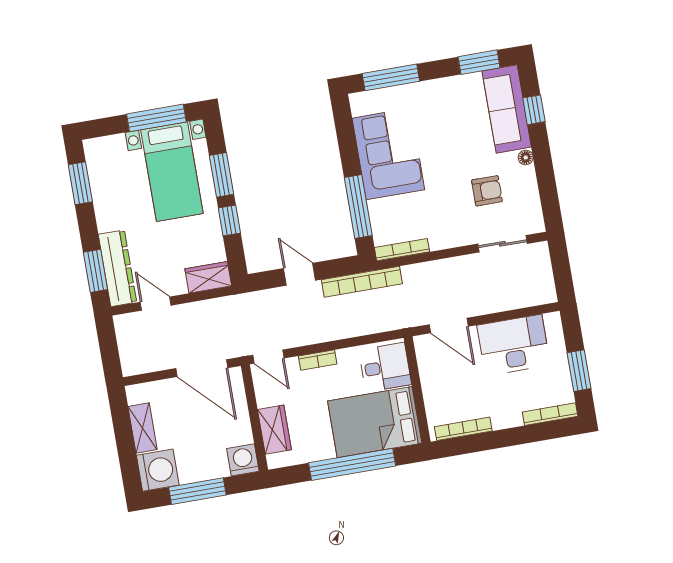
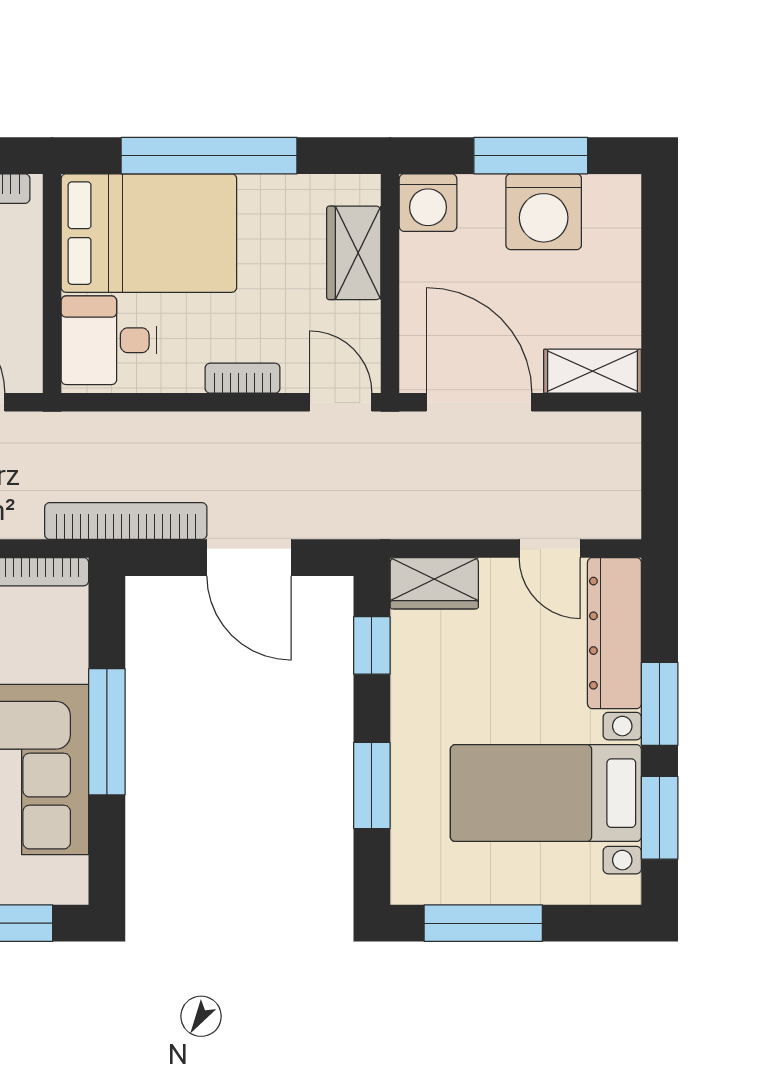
bed with nightstands: (172, 172) -> (546, 793), moved, turned -90
window: (358, 207) -> (107, 732), moved
window: (229, 221) -> (372, 645), moved
window: (95, 271) -> (660, 704), moved
door: (300, 274) -> (249, 558), width x1.38
shelving: (143, 428) -> (593, 371), moved, turned 90
washing machine: (158, 470) -> (544, 212), moved, turned -90

